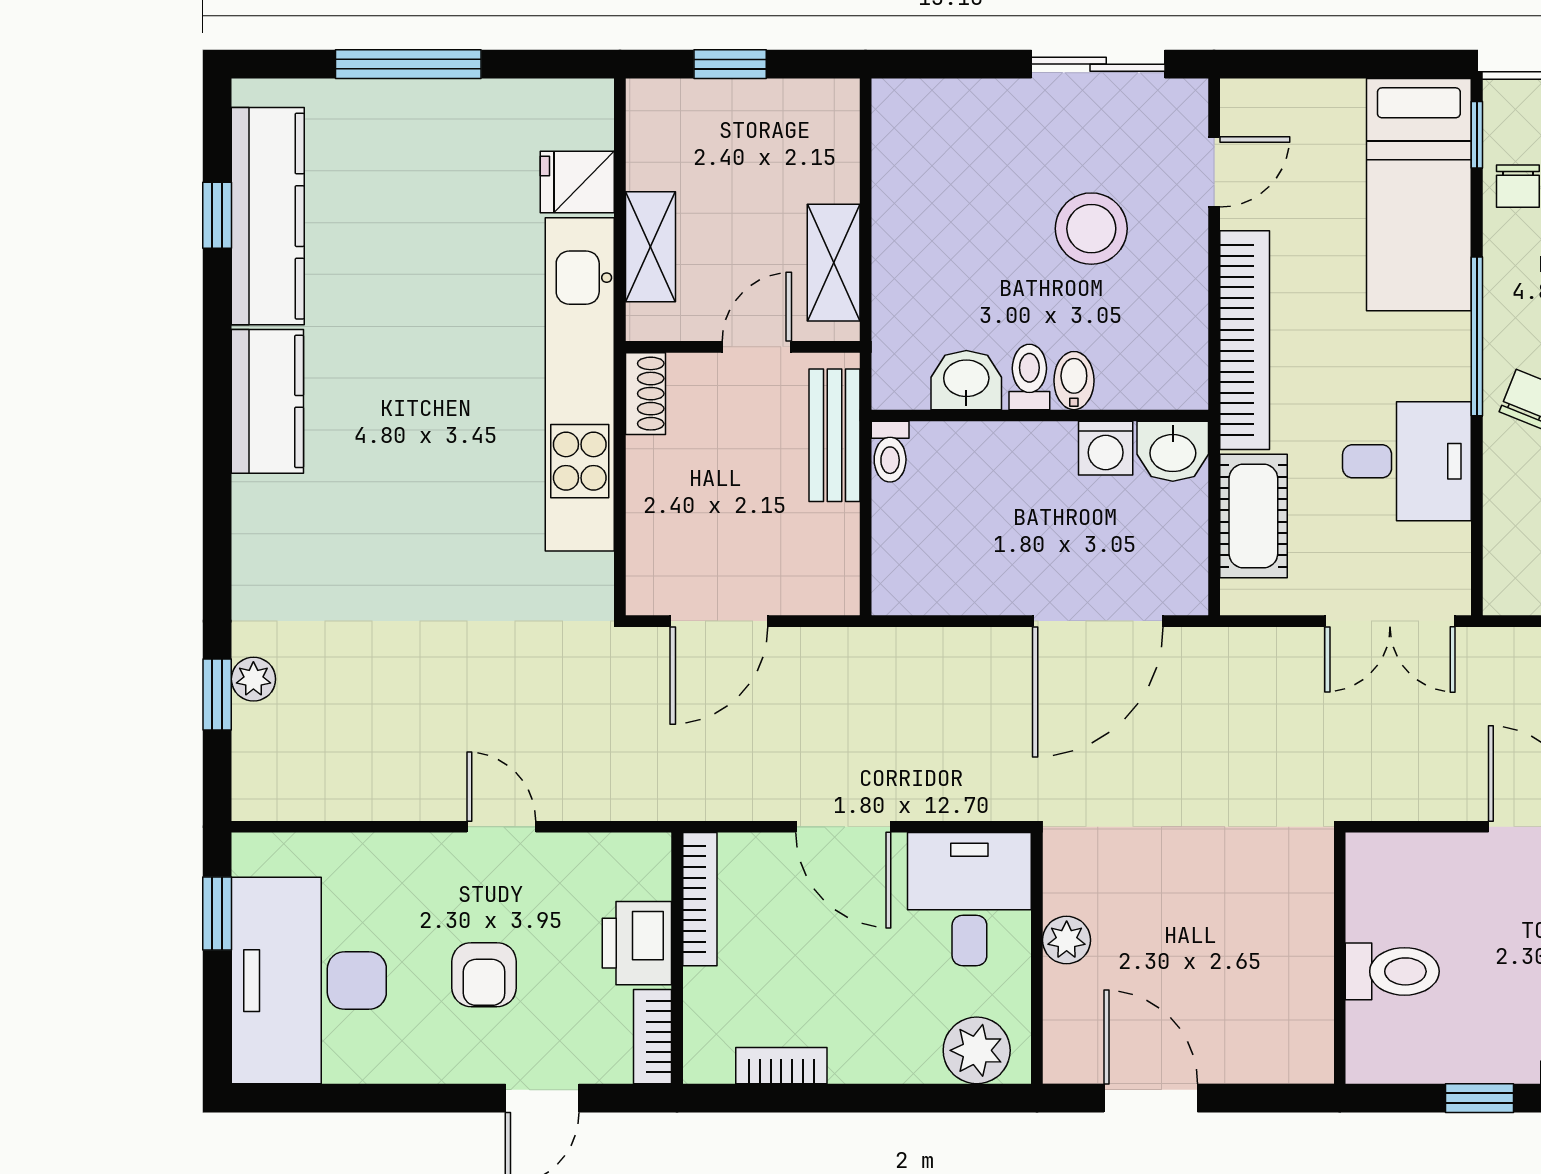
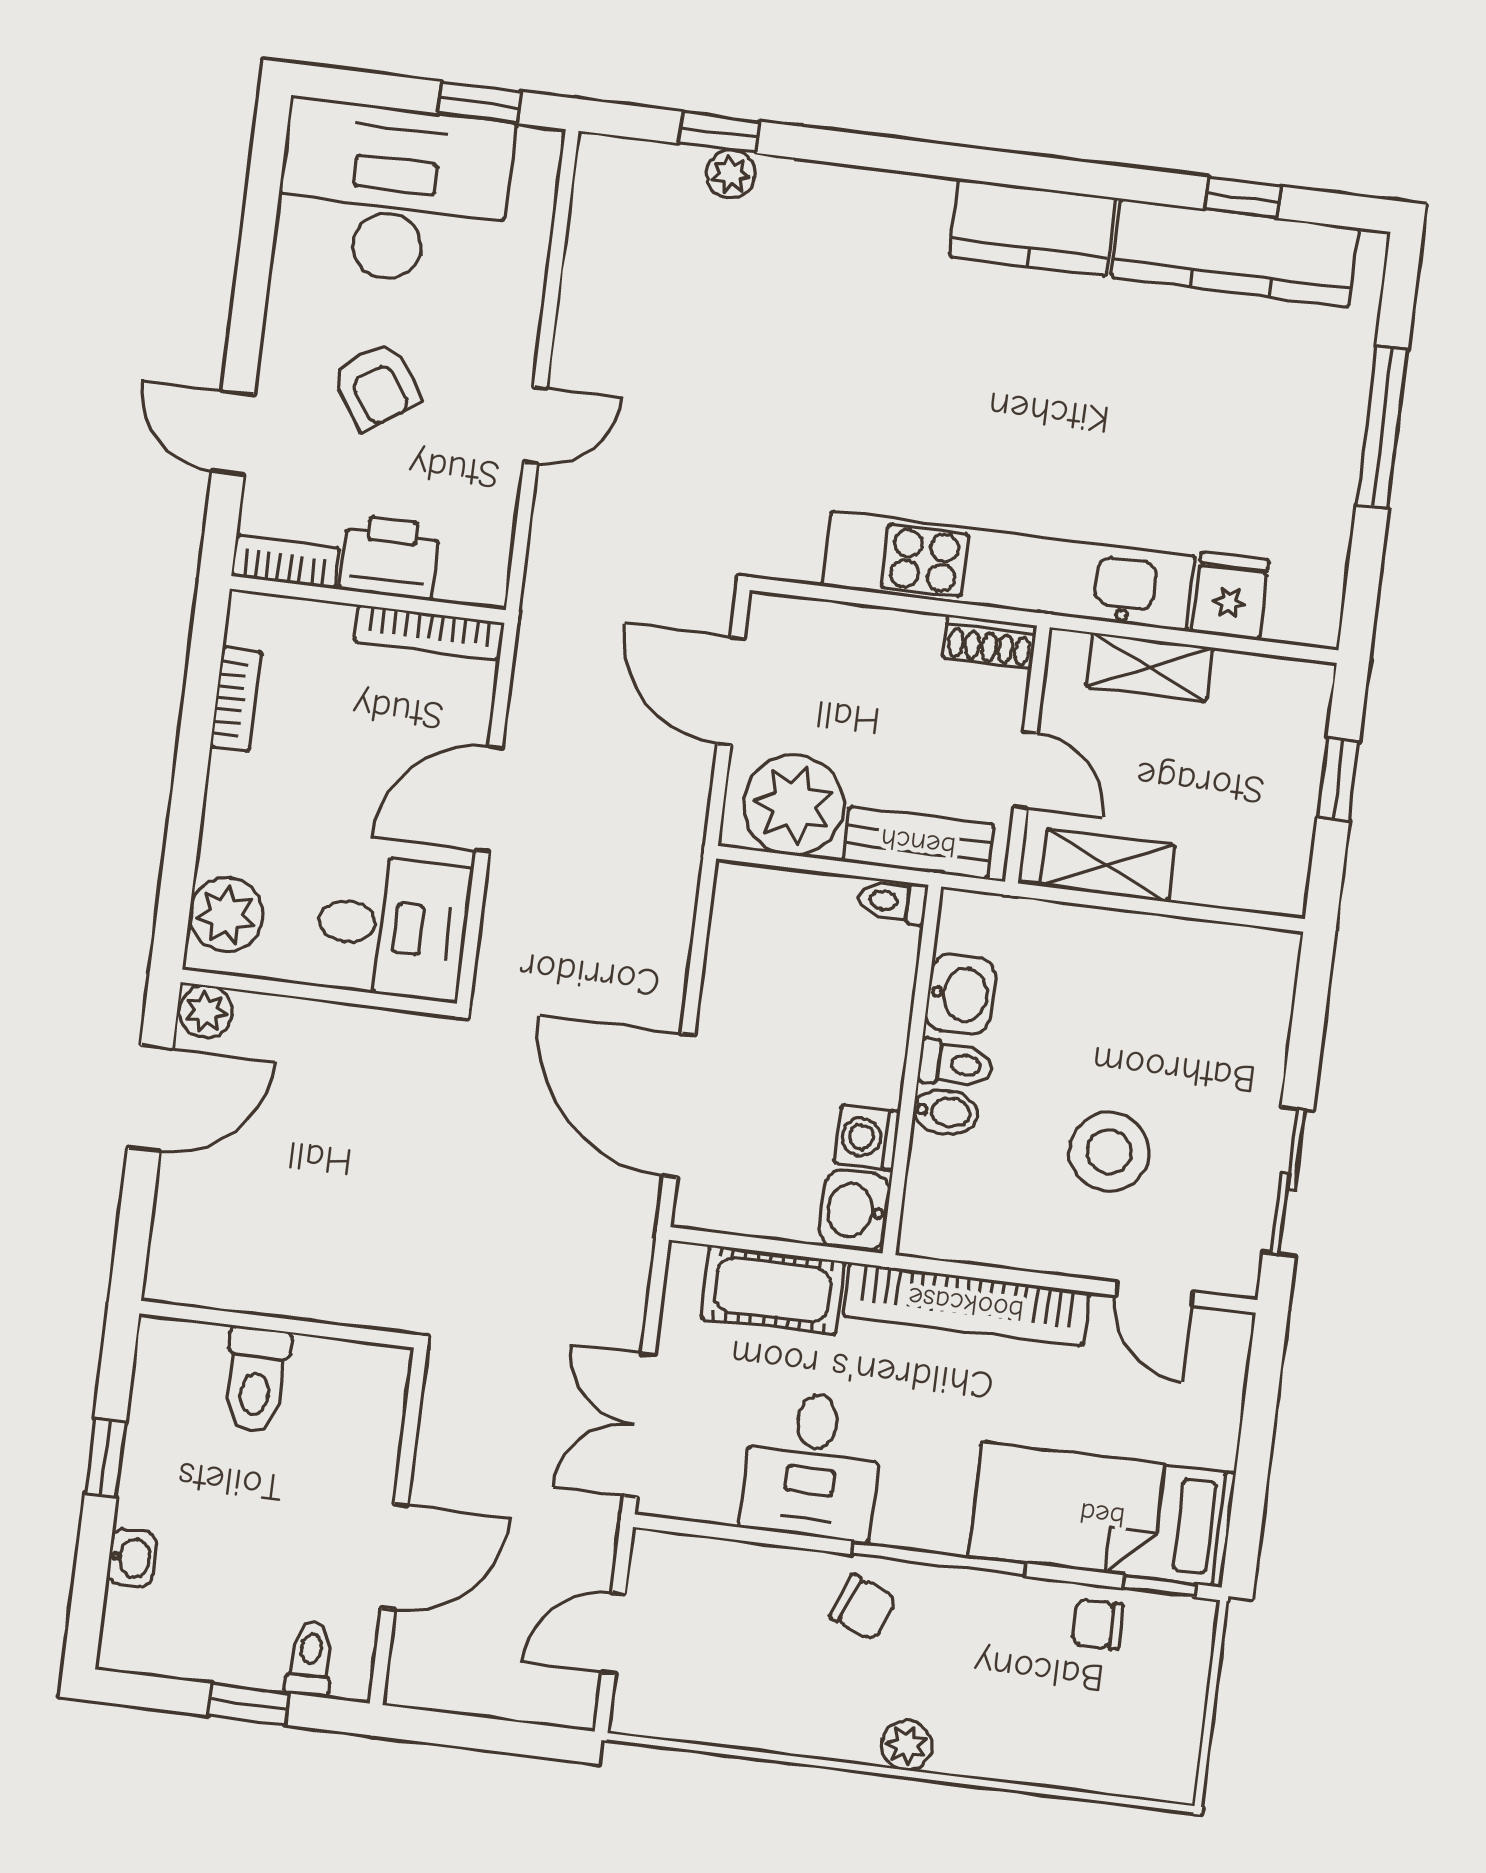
plant: (814, 552) -> (794, 805), added
plant: (1067, 940) -> (206, 1012), moved
armchair: (484, 975) -> (376, 386), turned -124

